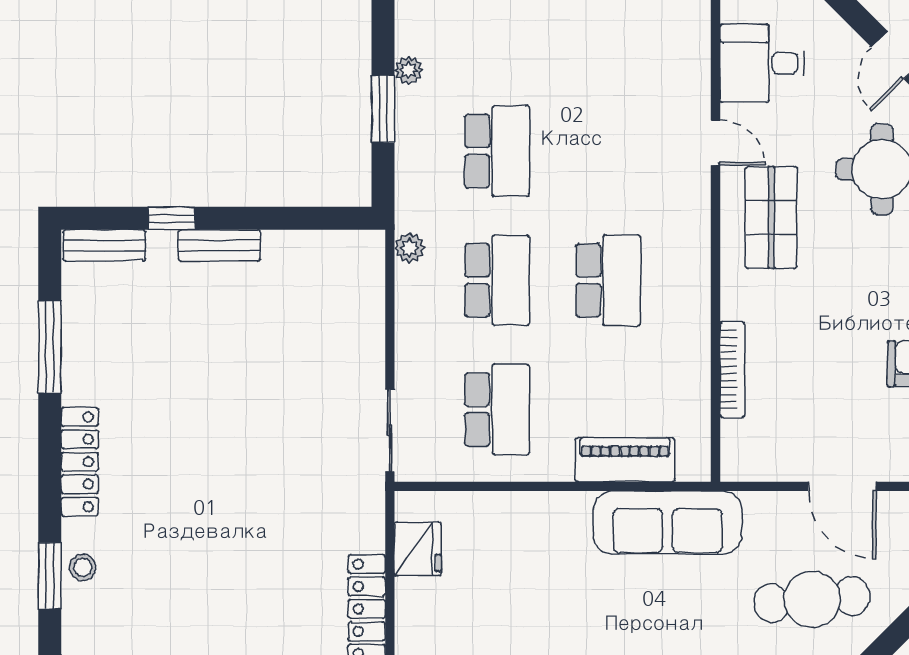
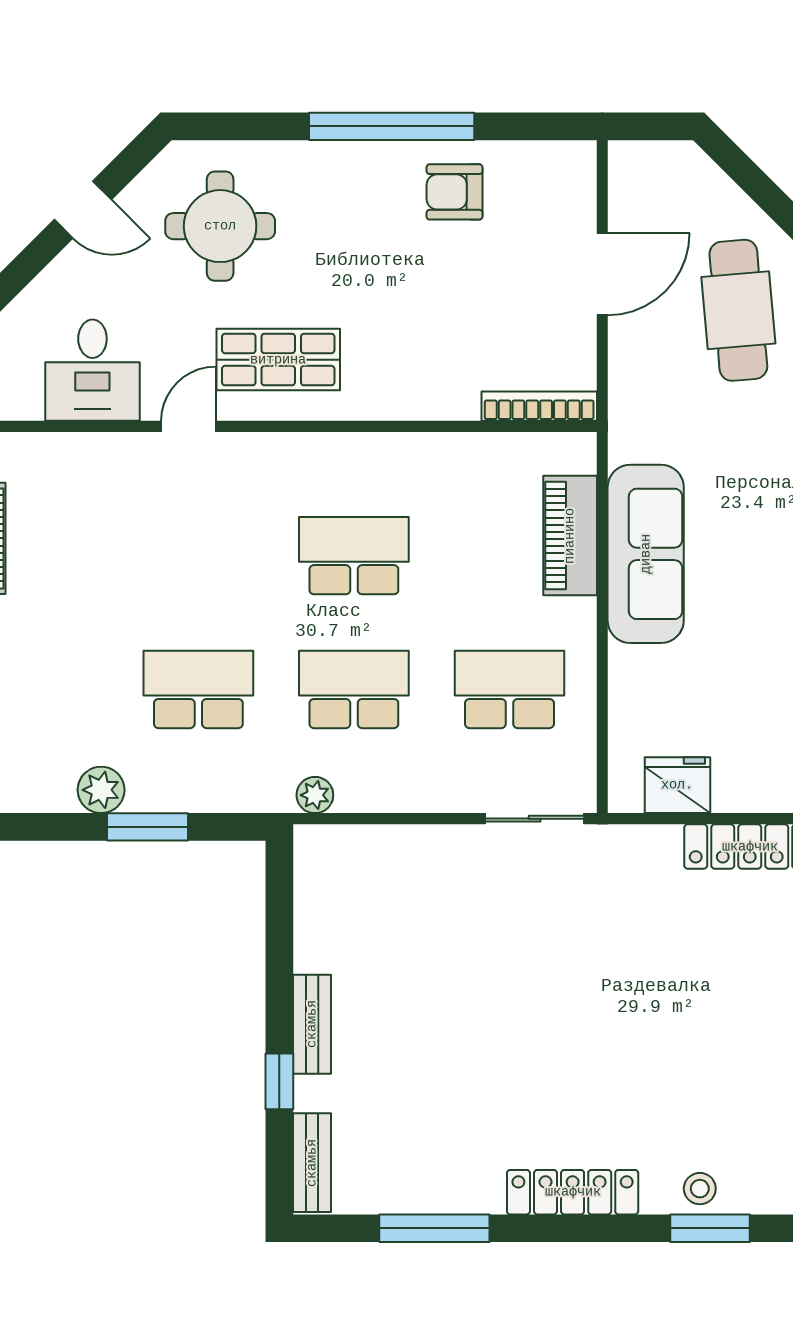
plant: (408, 70) -> (101, 790), width x1.38, depth x1.38
bookcase: (732, 370) -> (539, 406), moved
sofa: (668, 522) -> (646, 554), moved

